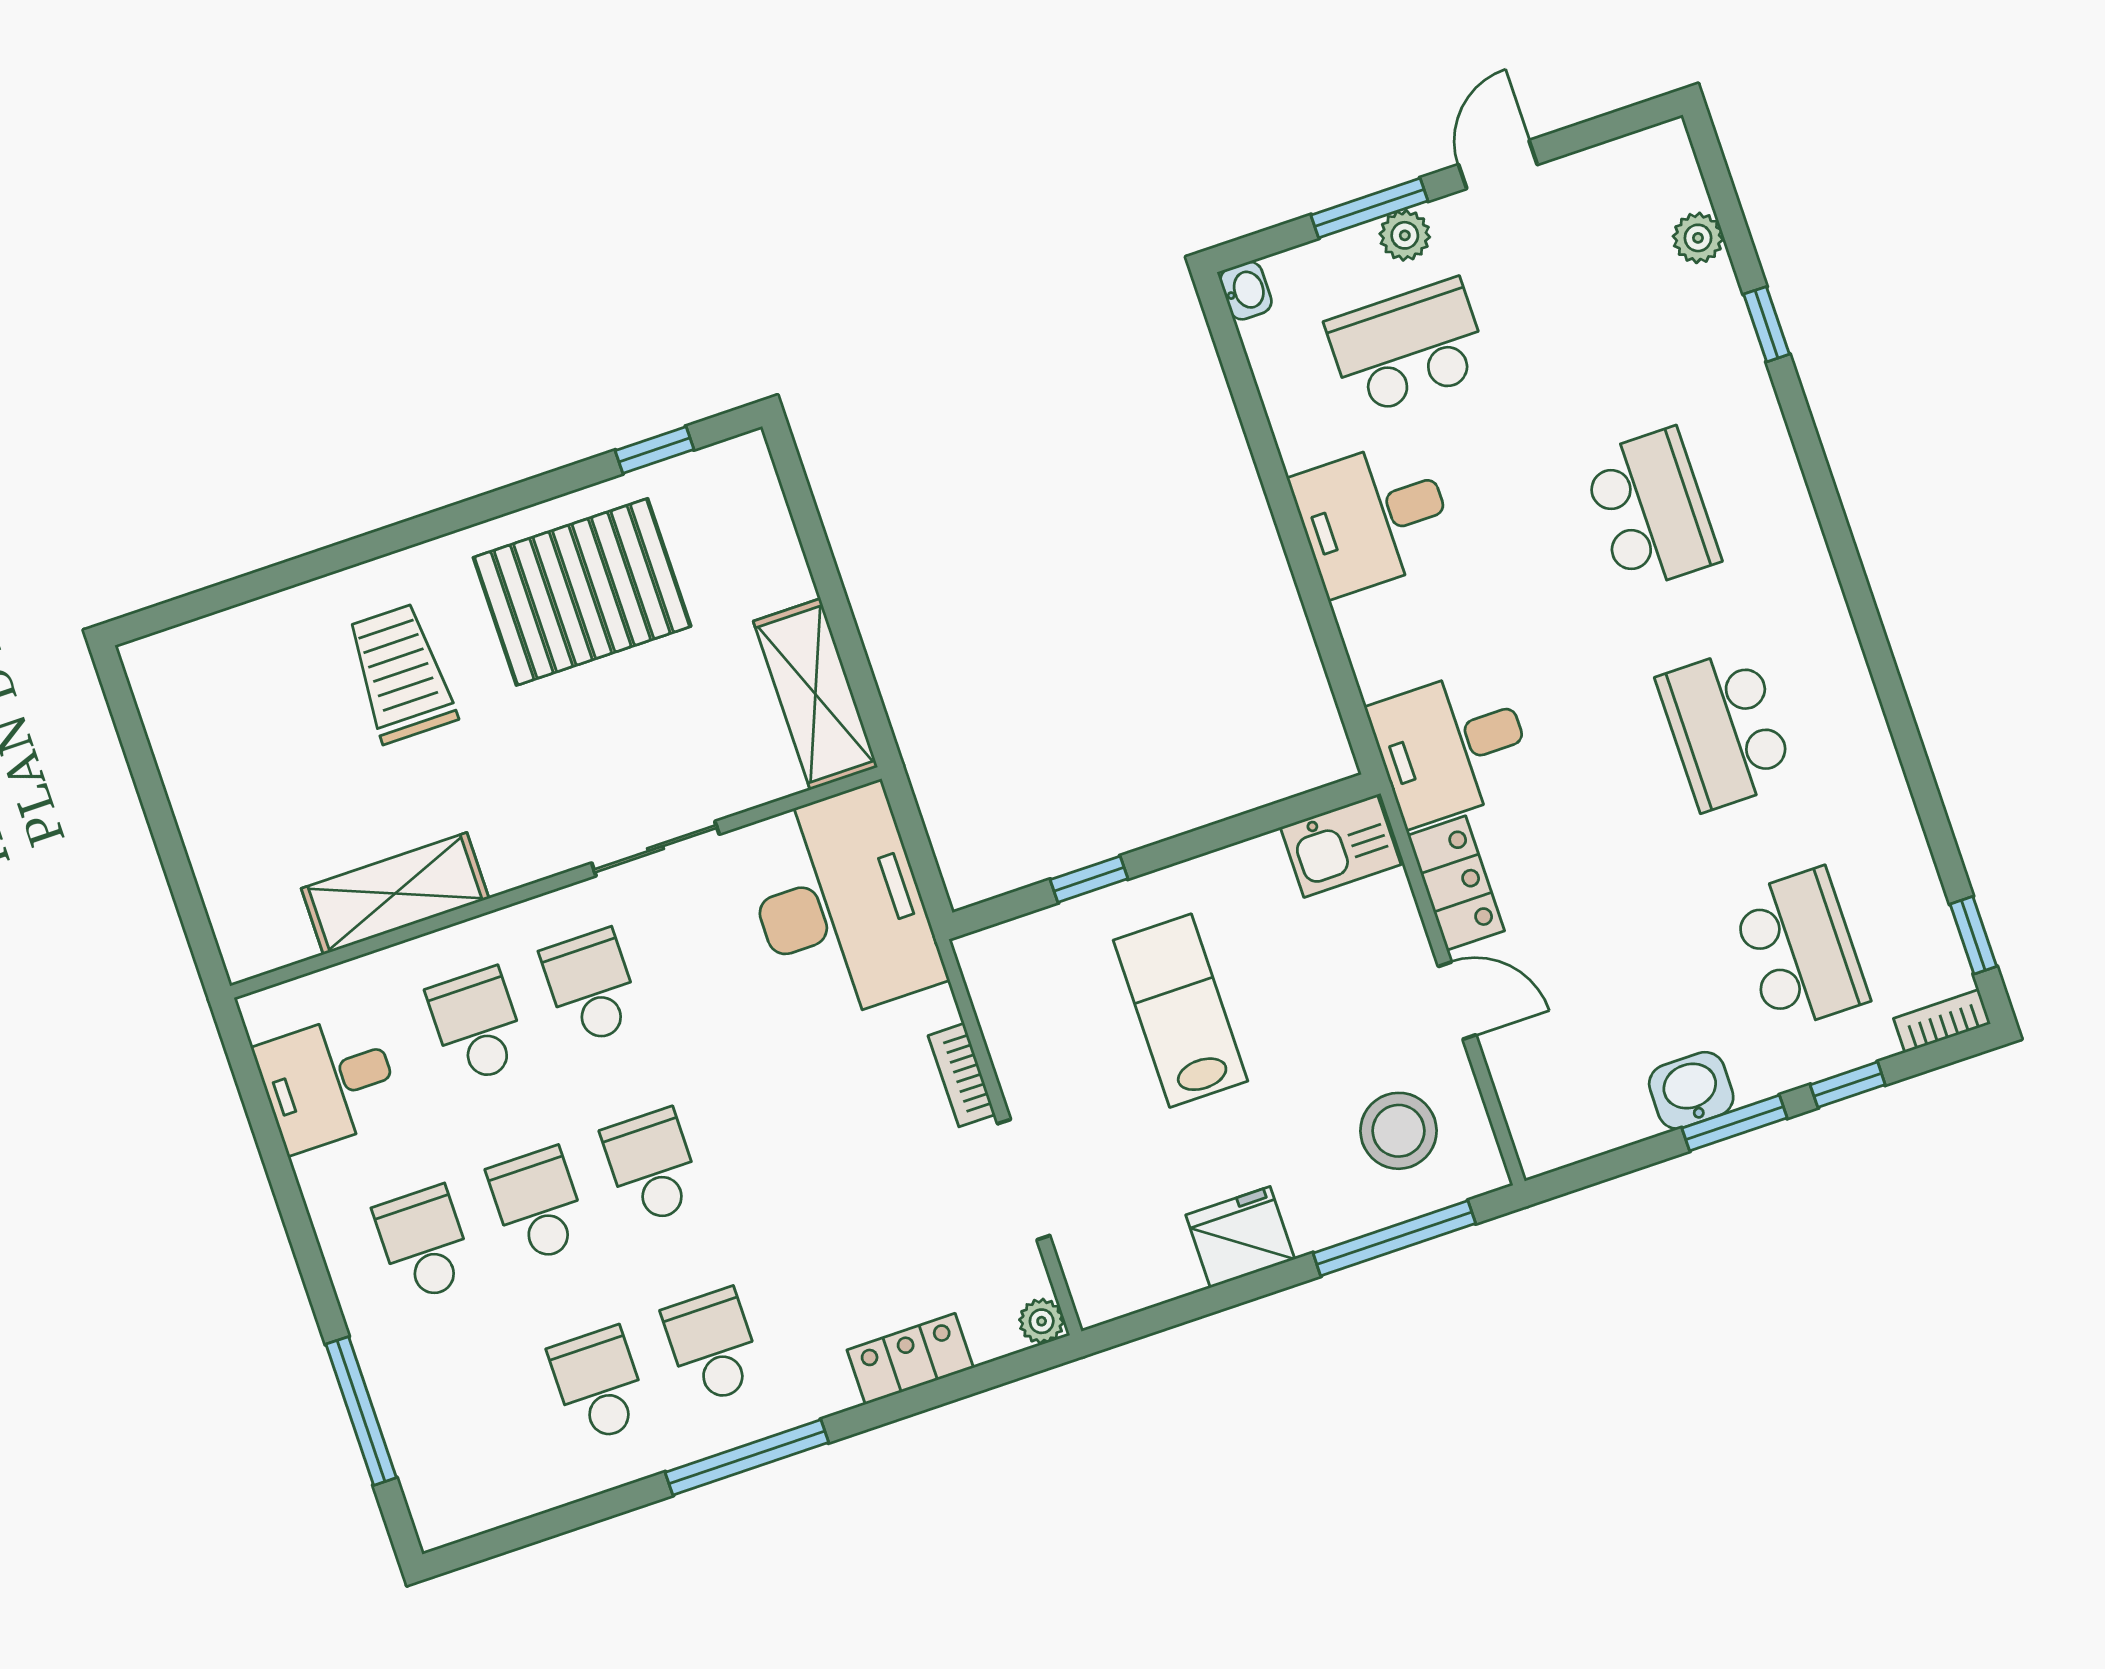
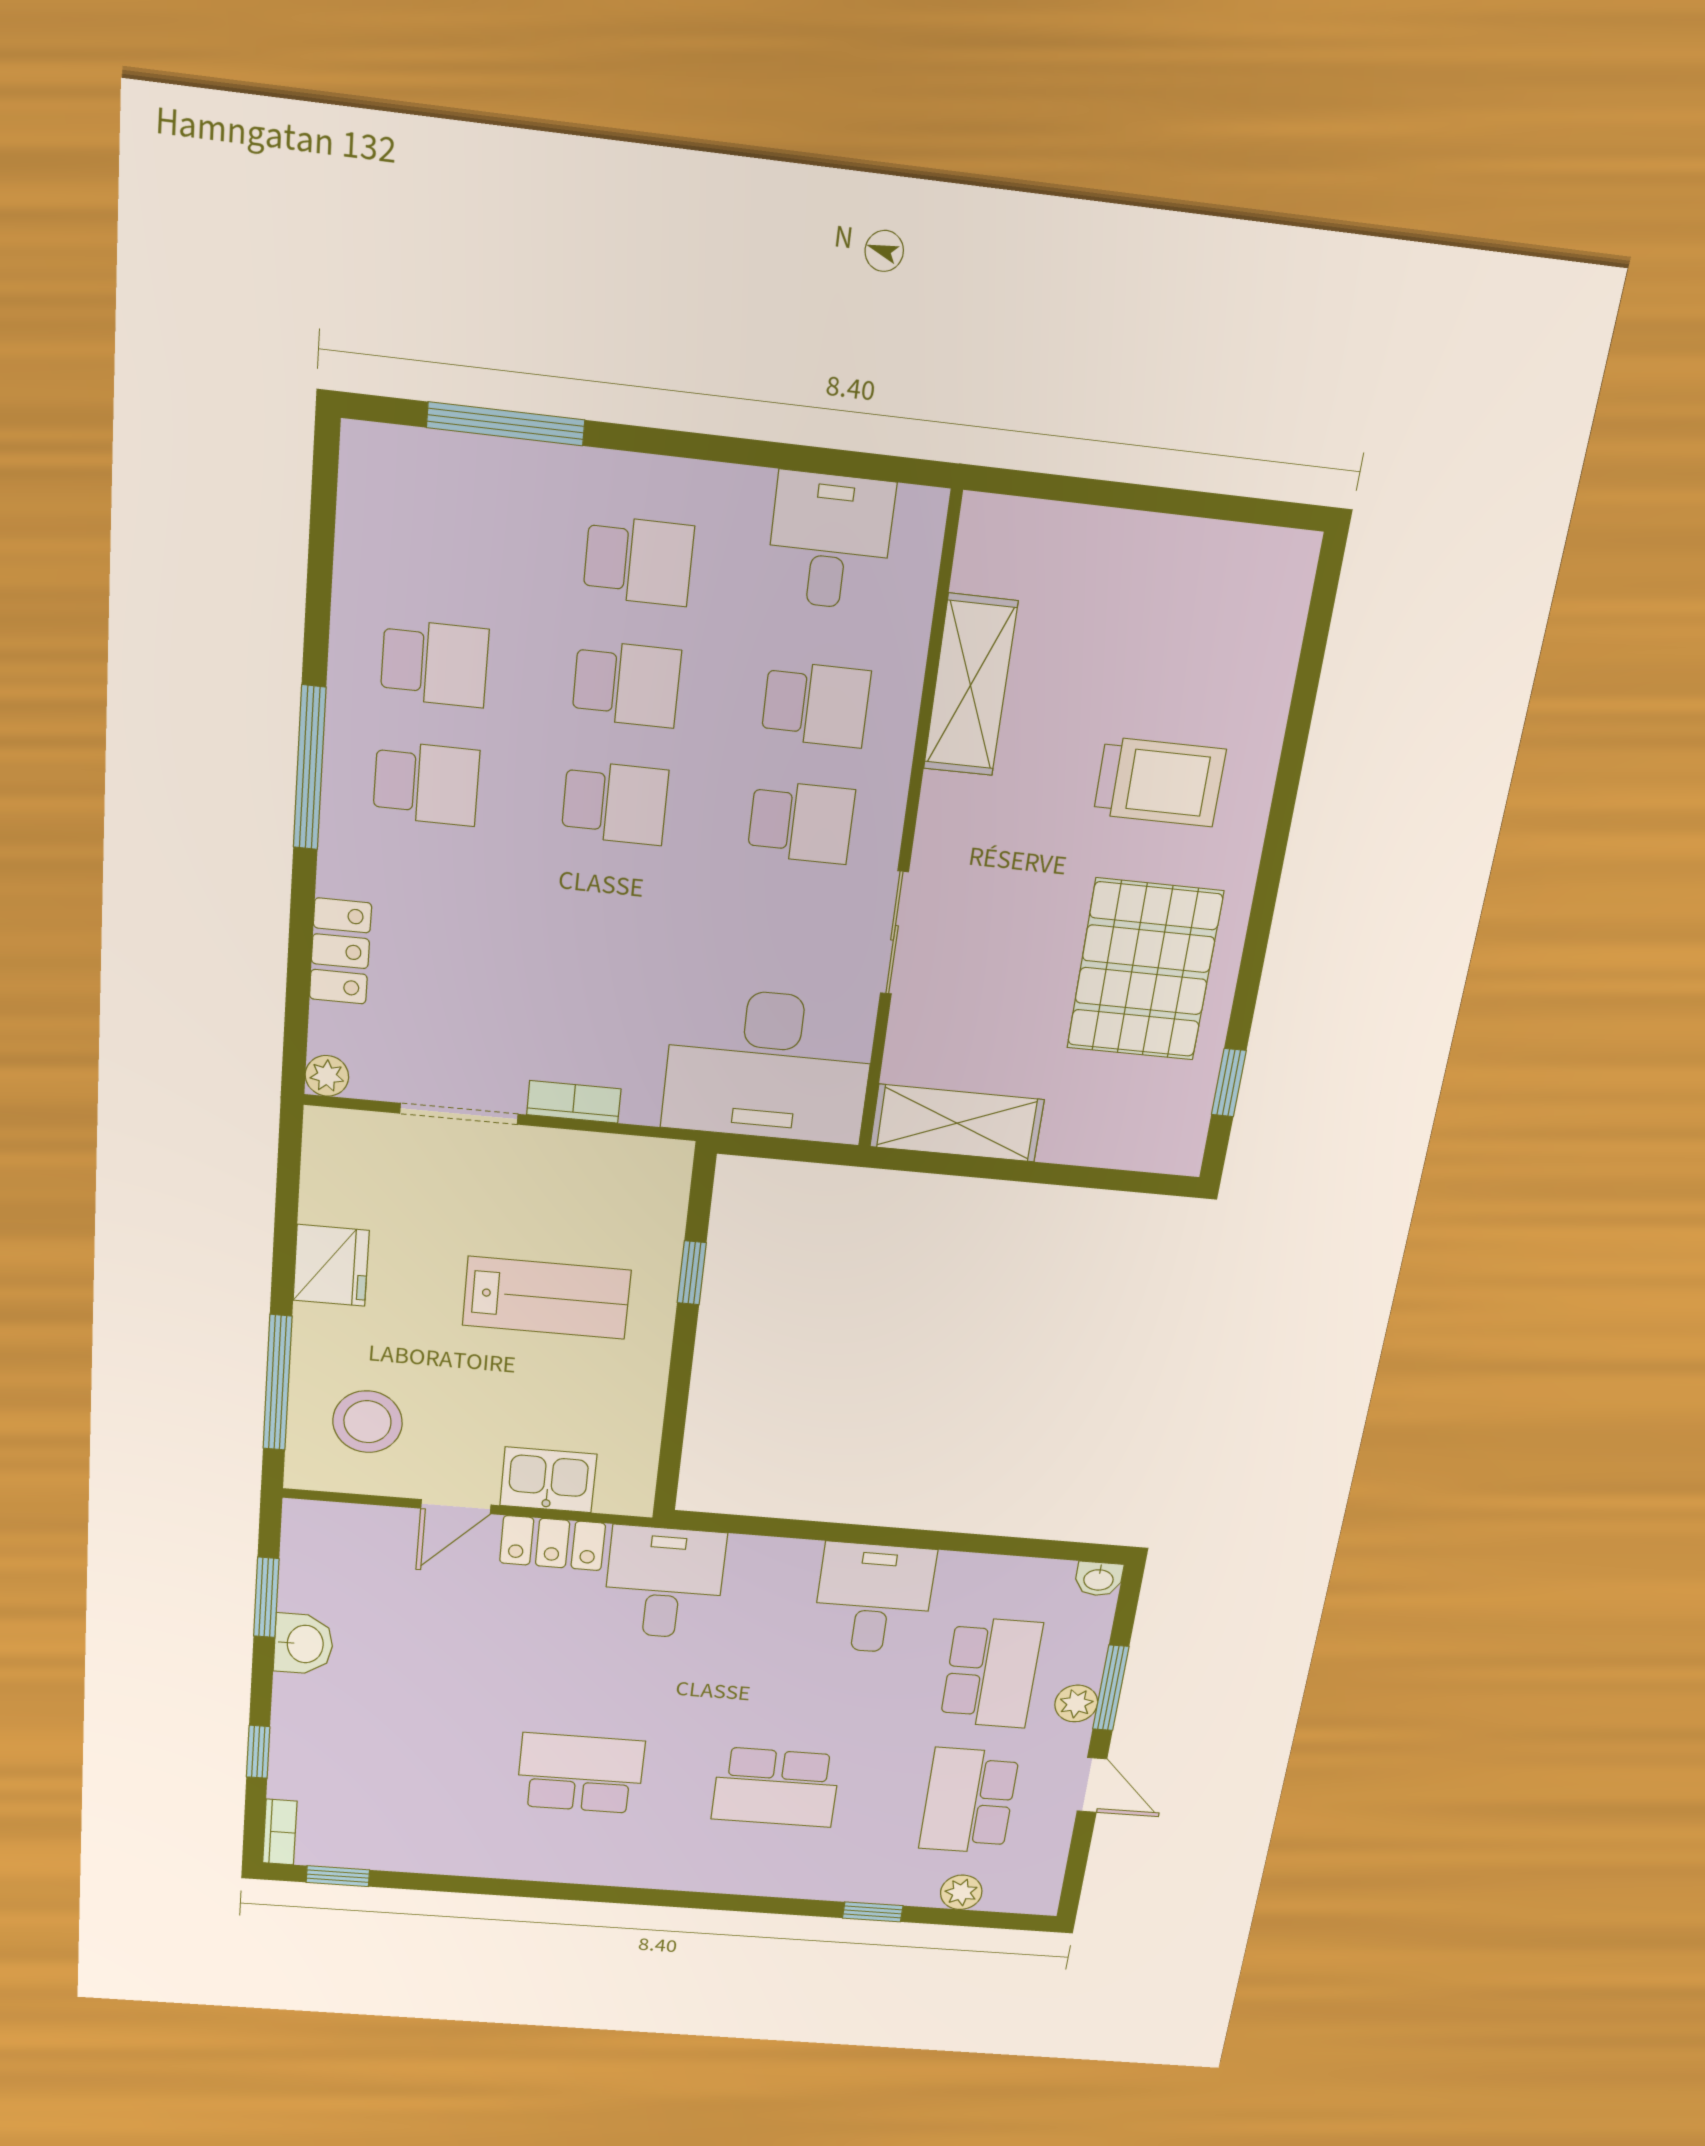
kitchen sink: (1341, 846) -> (548, 1480), moved, turned 90
school desk: (1800, 949) -> (969, 1801), moved, turned 90
window: (1735, 1123) -> (266, 1597), moved

